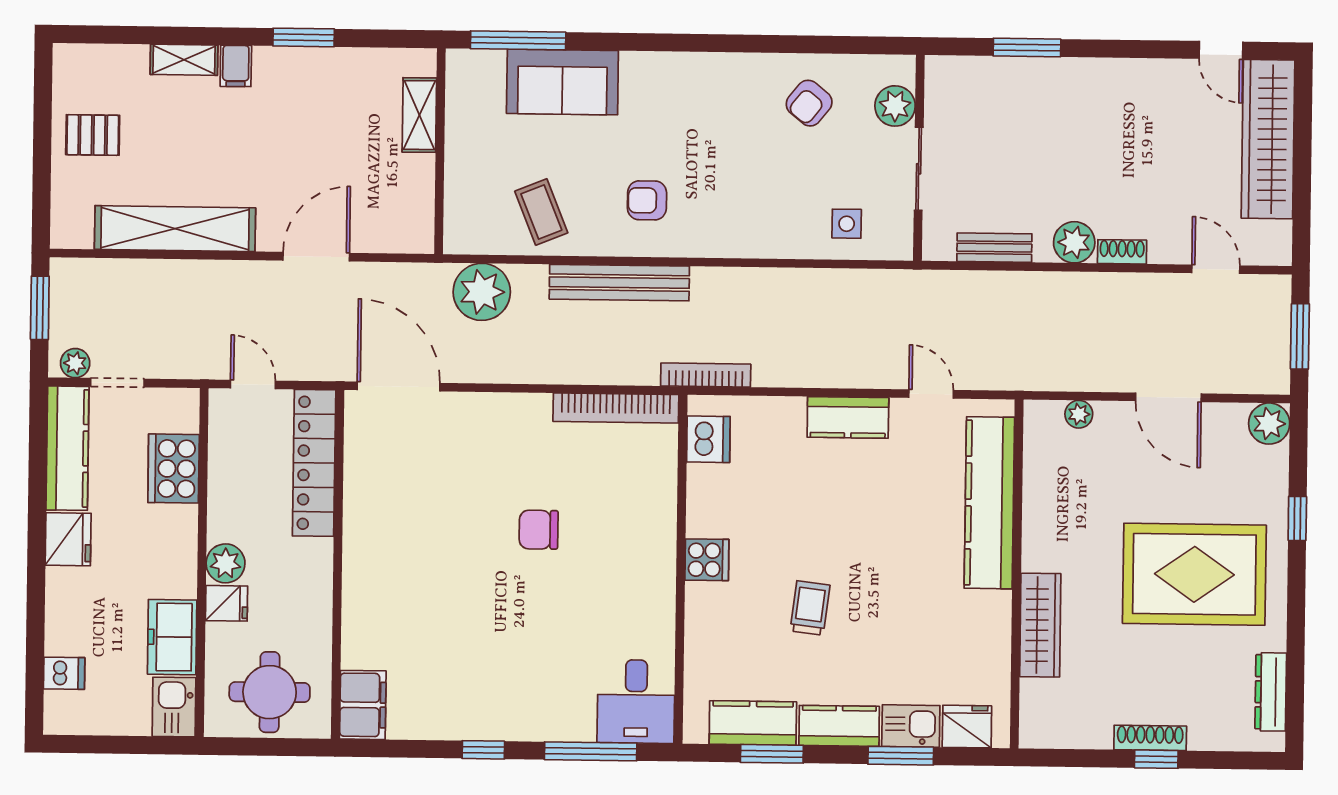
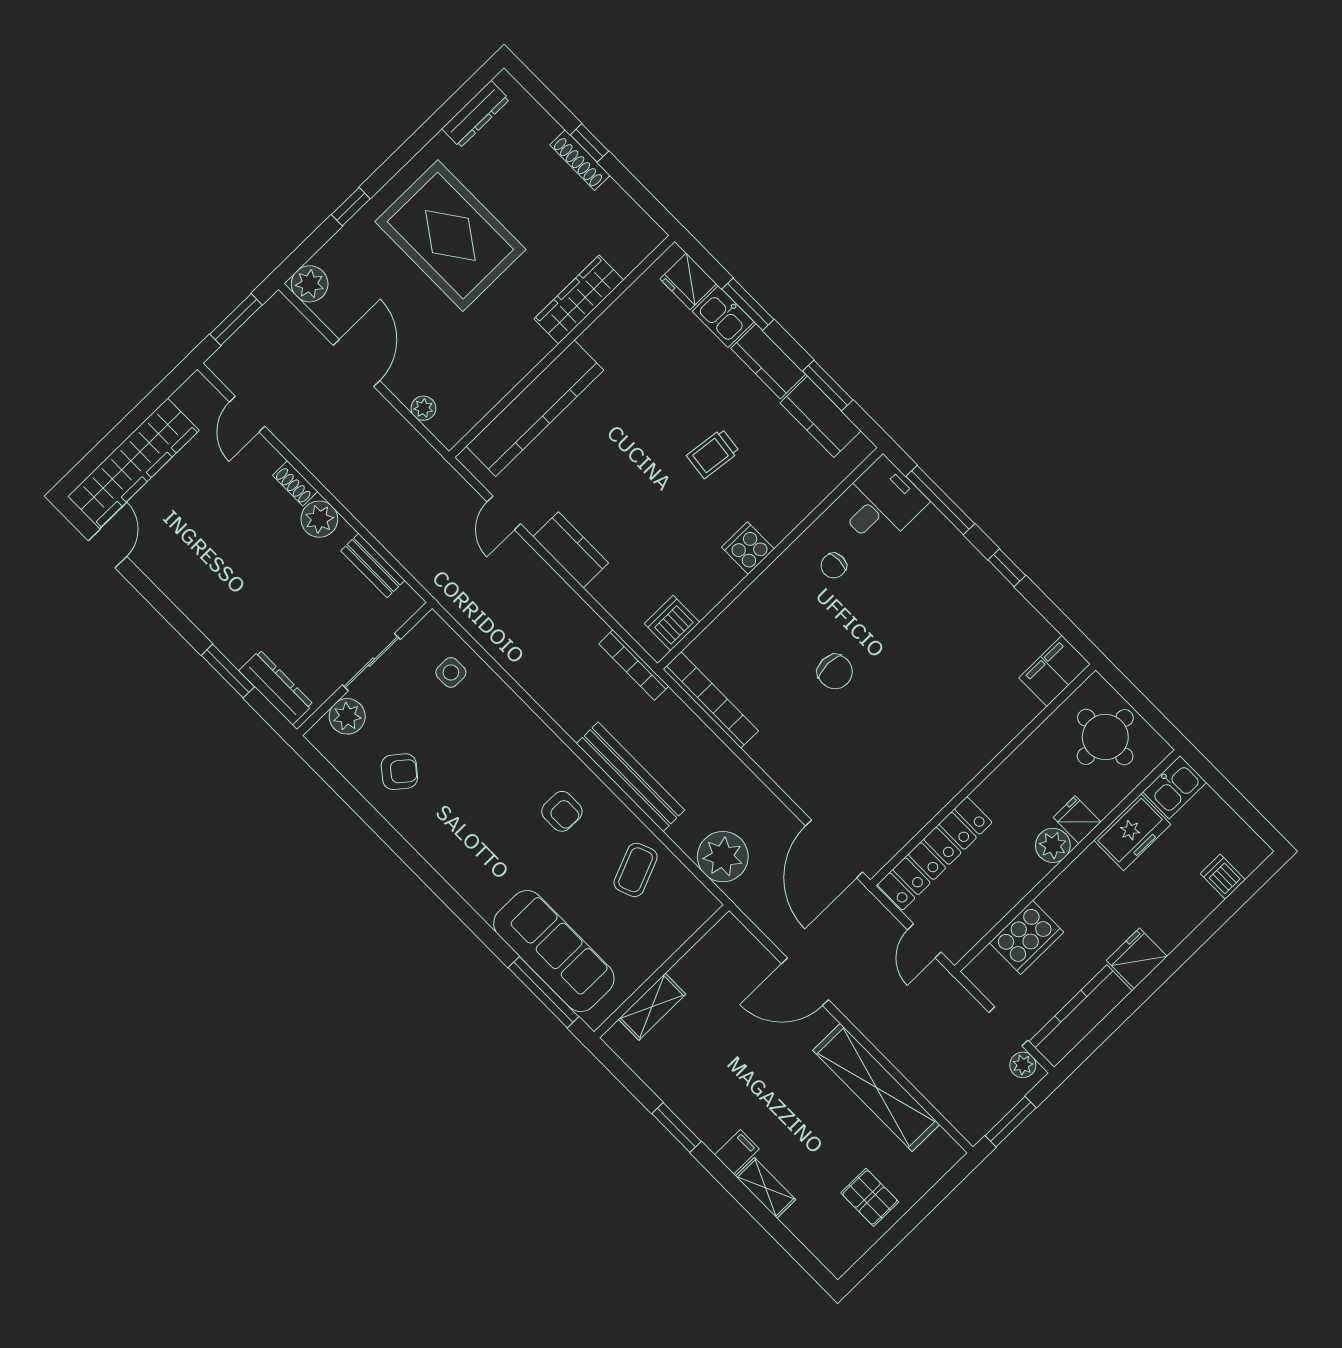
dresser: (975, 73) -> (276, 687), added
sofa: (562, 82) -> (554, 951), width x1.36
chair: (624, 614) -> (834, 566), added

